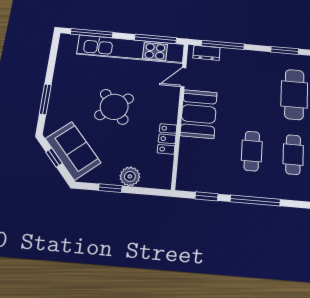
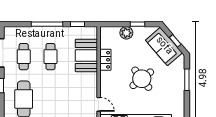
door: (183, 77) -> (99, 104), hinge flipped
booth: (199, 114) -> (86, 55), moved

